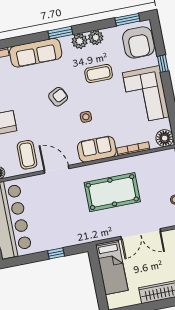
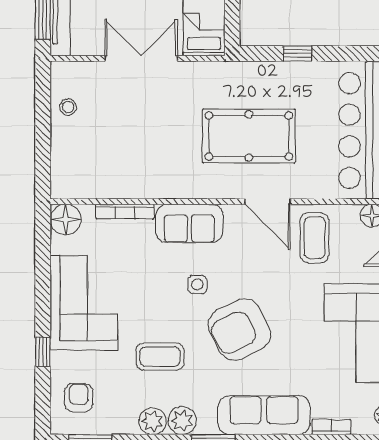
armchair: (138, 42) -> (79, 398), width x0.53, depth x0.53
armchair: (58, 97) -> (239, 330), width x1.88, depth x1.88
pool table: (112, 192) -> (249, 136), moved

